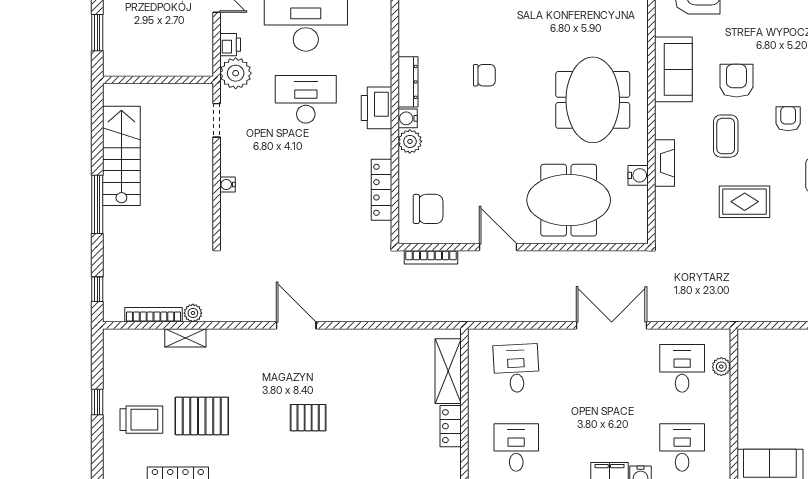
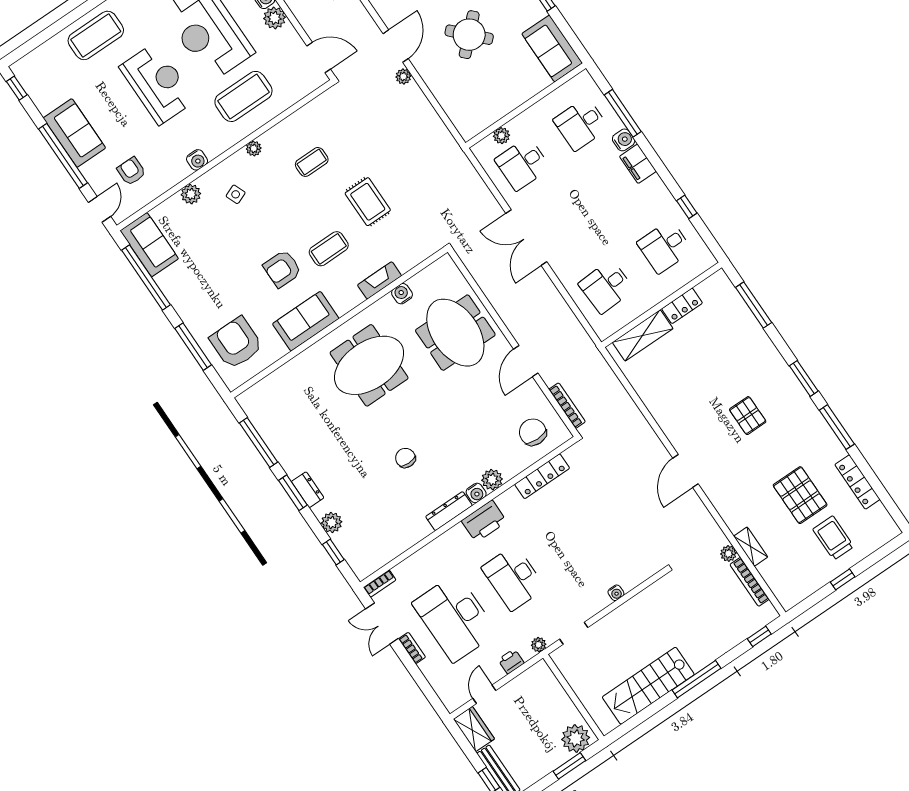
plant: (119, 56) -> (576, 738), added
plant: (236, 73) -> (539, 645), width x0.53, depth x0.53
armchair: (788, 119) -> (284, 211), removed

